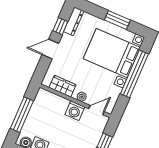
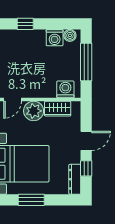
plant: (82, 97) -> (34, 111), width x1.88, depth x1.88
washing machine: (75, 111) -> (65, 89), moved

